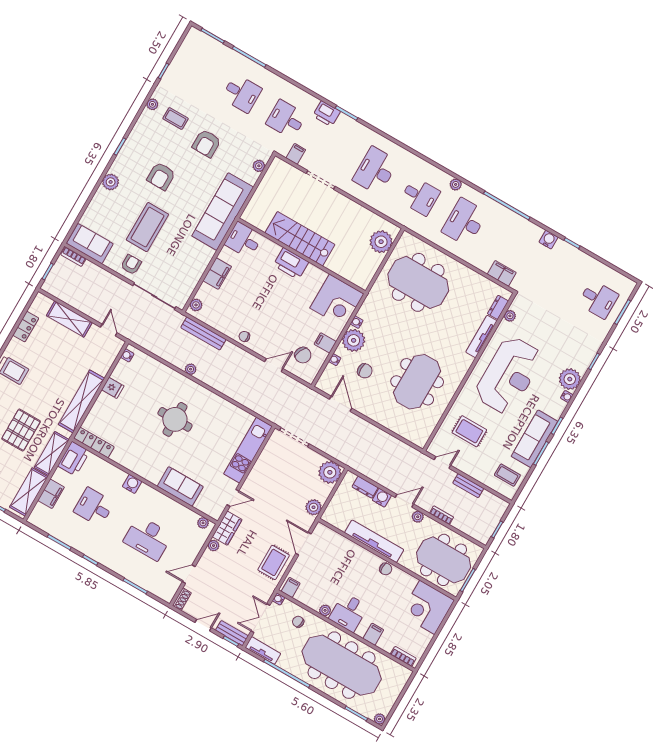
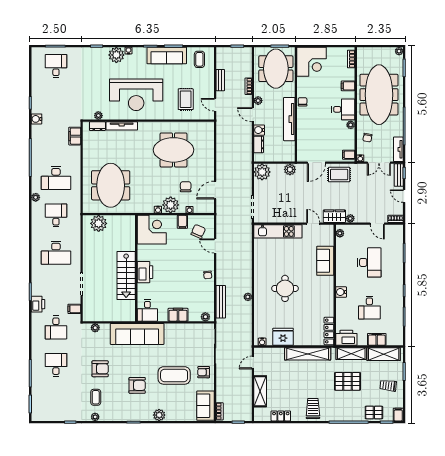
reception desk: (509, 375) -> (136, 95), turned 180
fridge: (113, 388) -> (283, 337), width x1.88, depth x1.34

